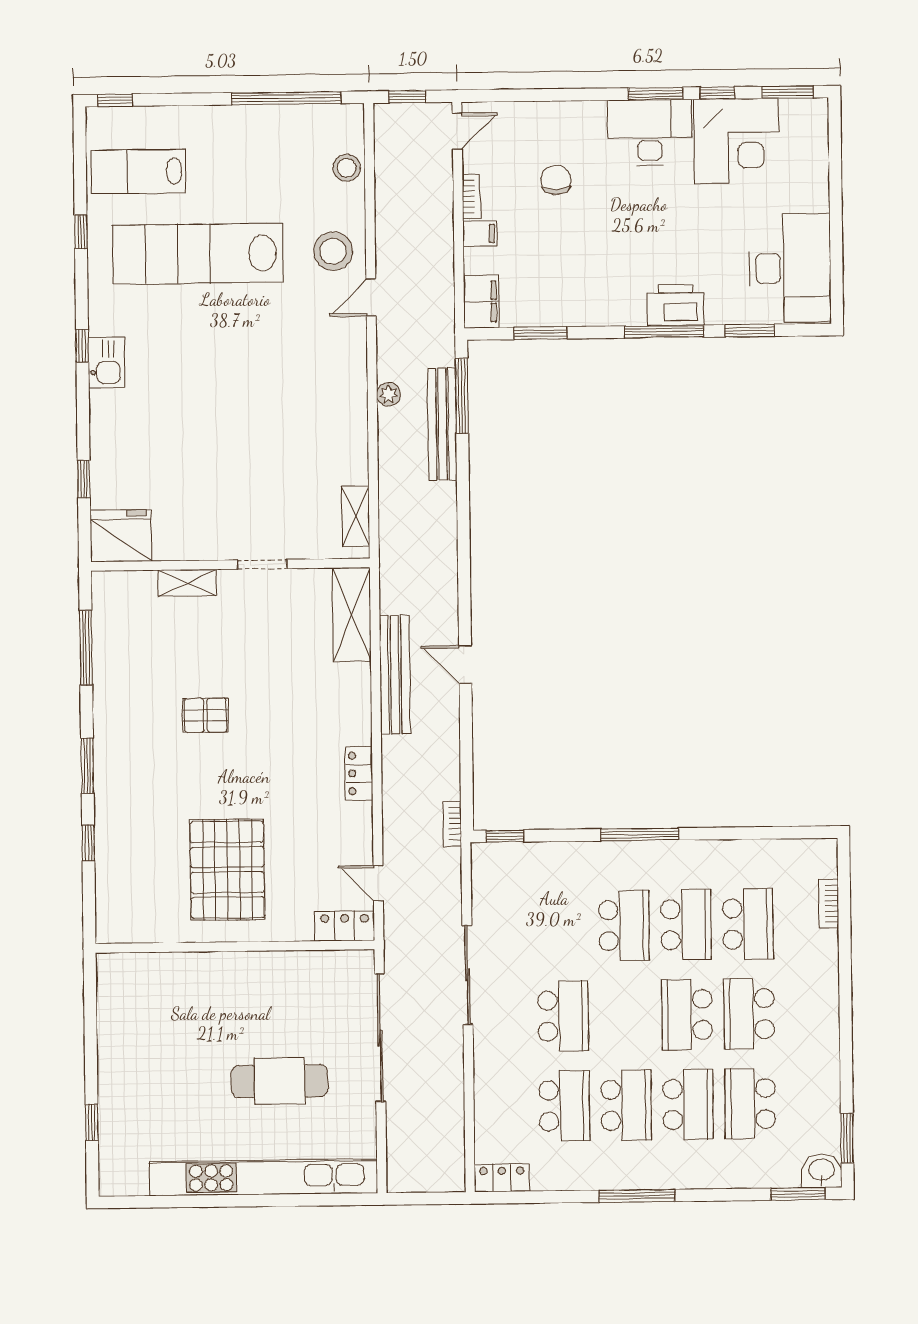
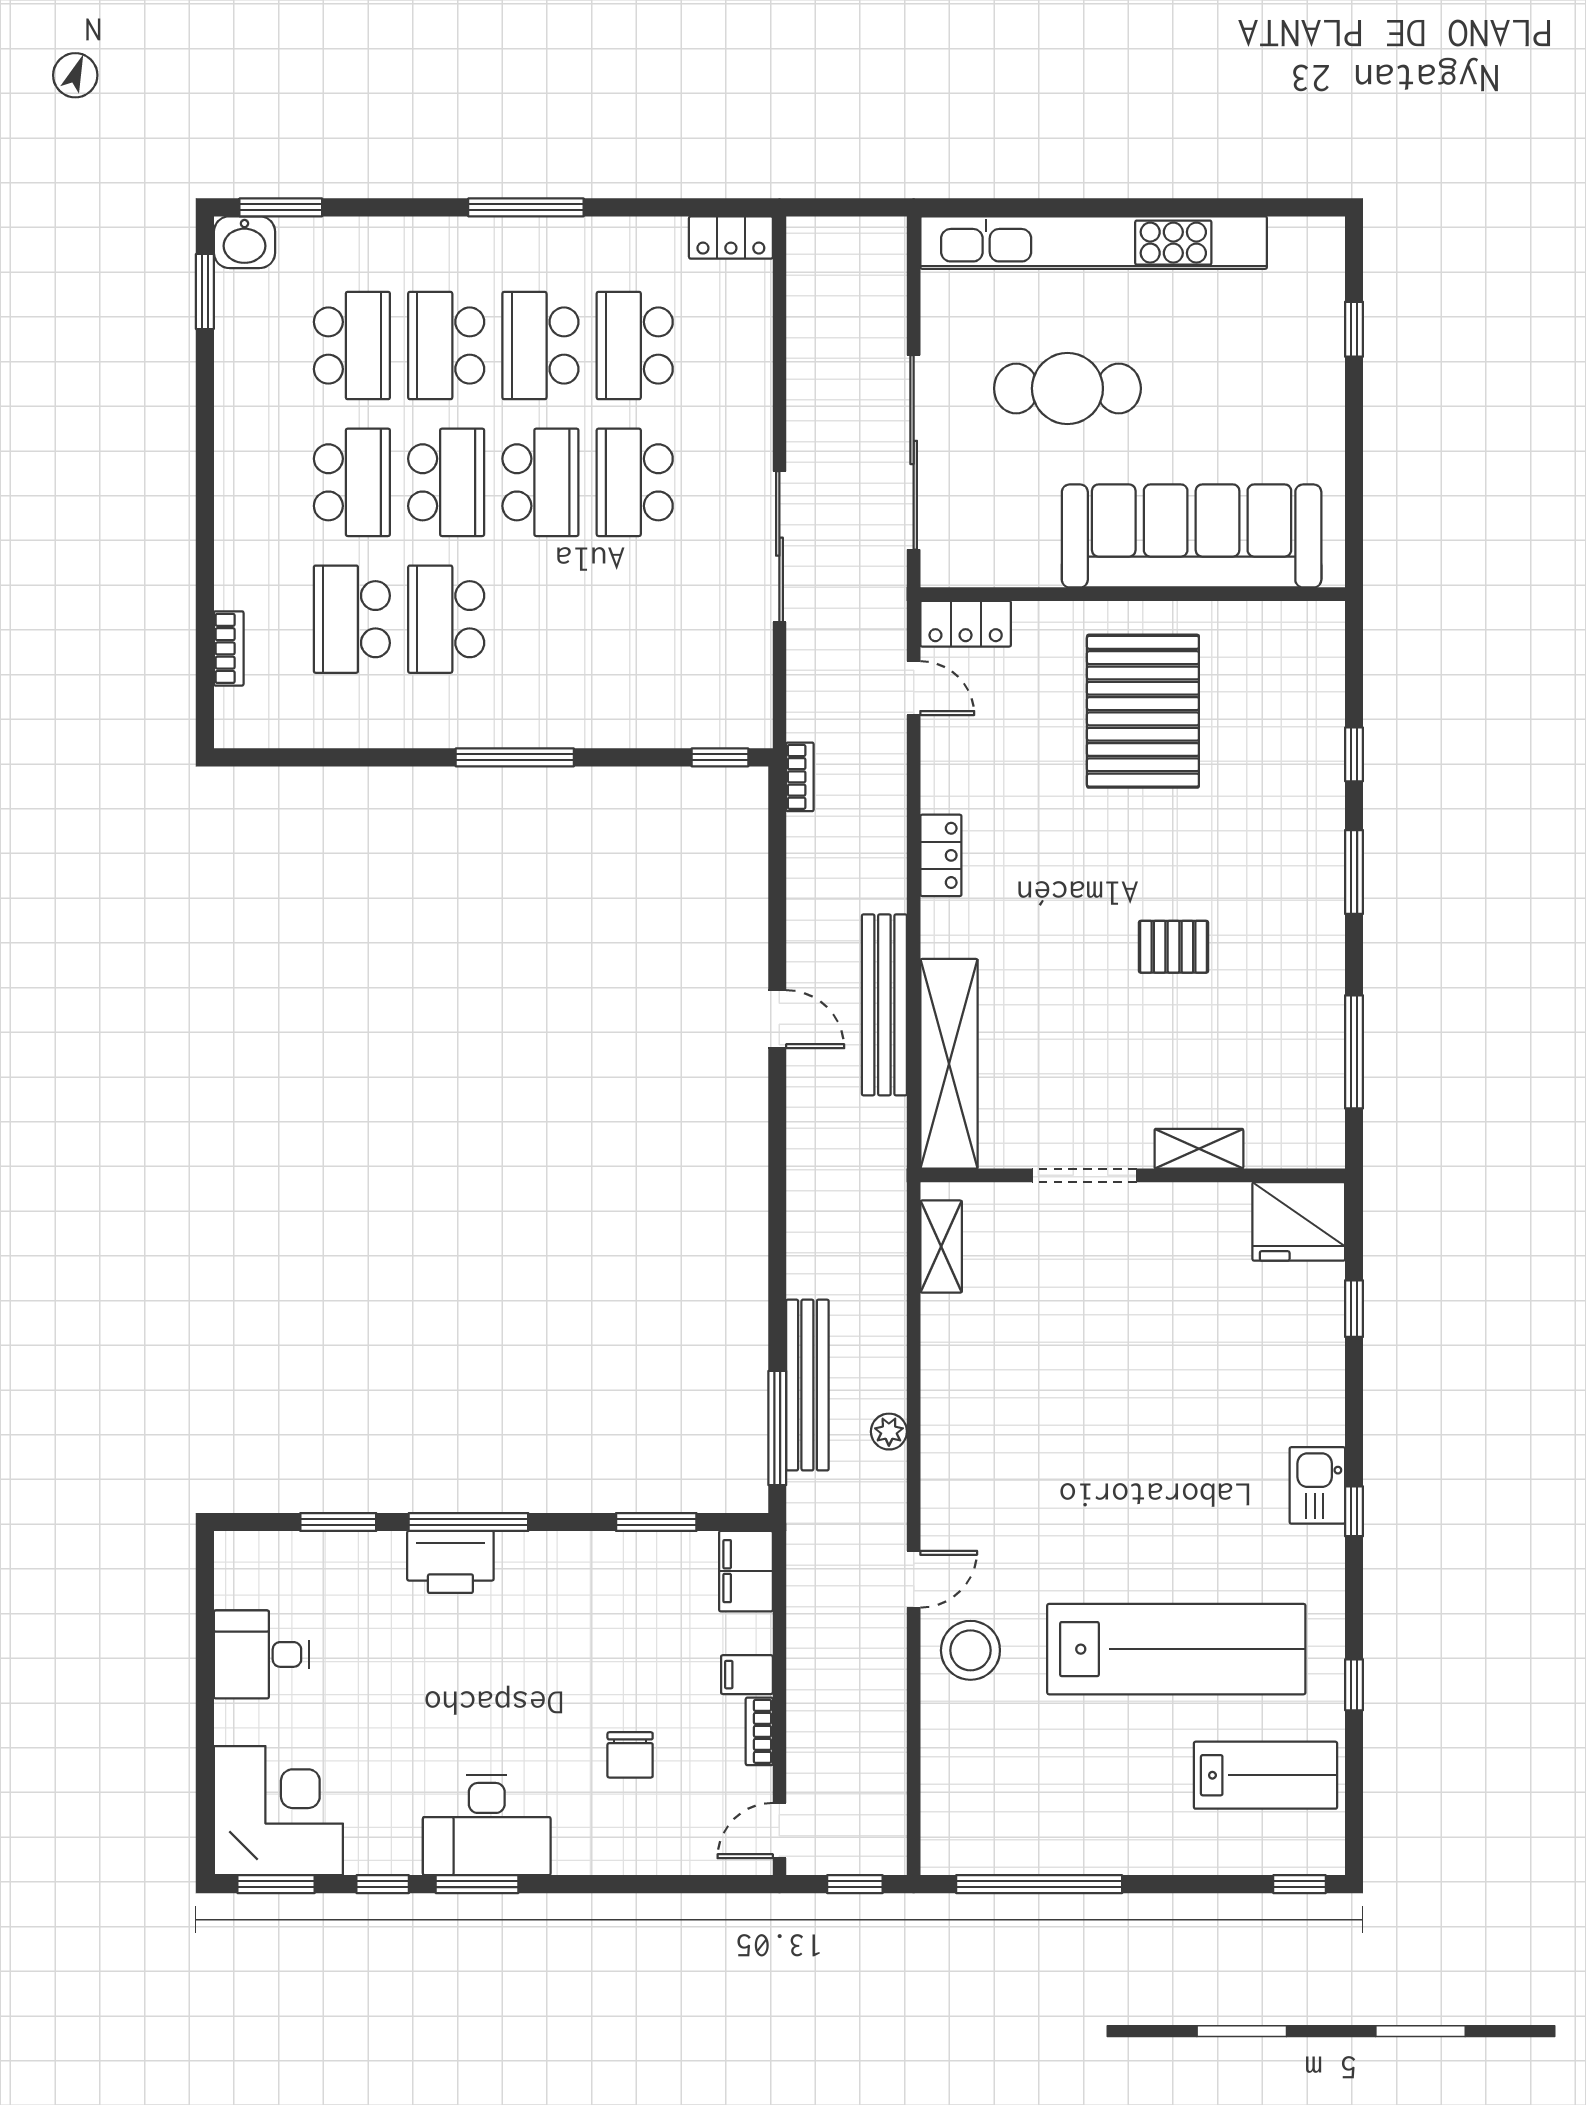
corner desk: (736, 141) -> (278, 1811), moved, turned 90
stool: (347, 168) -> (948, 1777), removed
desk: (790, 268) -> (261, 1654), width x0.53, depth x0.77
doorway: (262, 564) -> (1084, 1175), width x1.38
shelving: (352, 615) -> (949, 1064), width x1.47
school desk: (624, 925) -> (540, 482), moved, turned 180
sofa: (197, 985) -> (1192, 536), added

